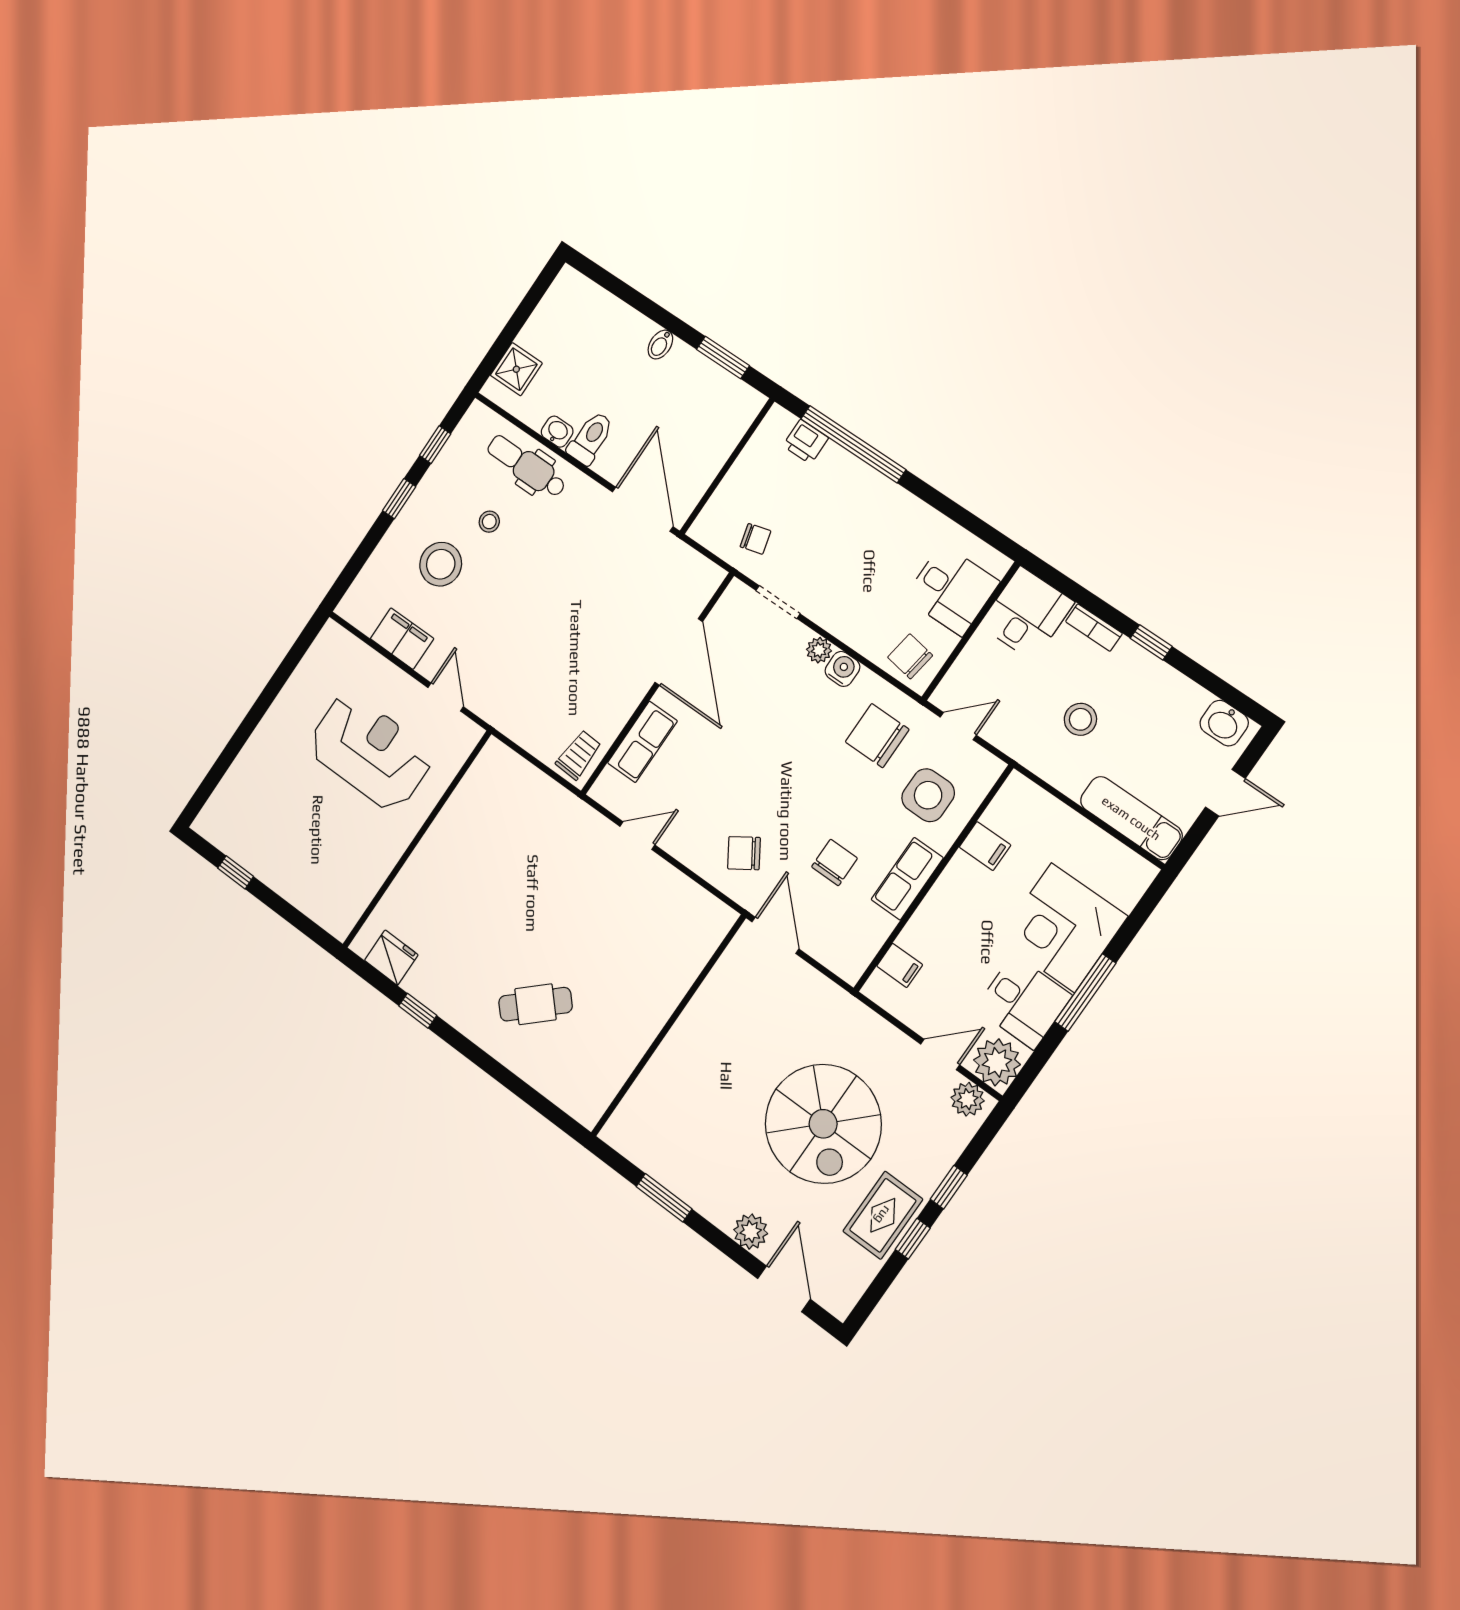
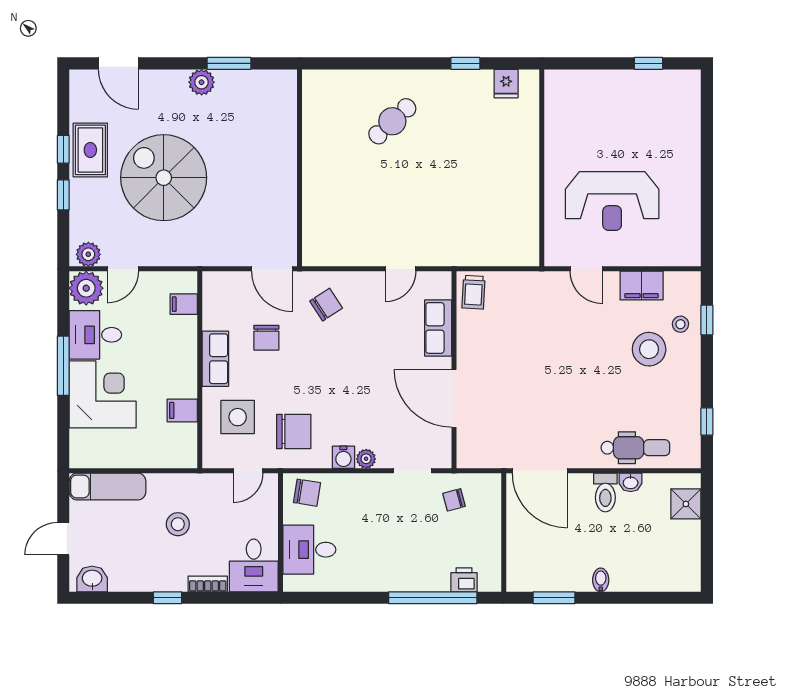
window: (399, 499) -> (707, 320), moved
stool: (489, 522) -> (680, 324), moved
fridge: (391, 958) -> (506, 84), width x0.72
plant: (751, 1232) -> (202, 82), moved

